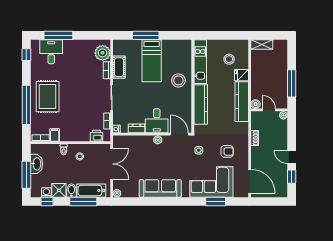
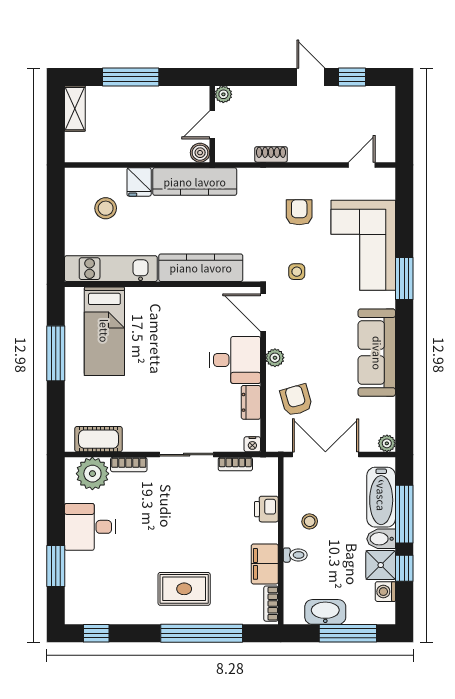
window: (58, 35) -> (56, 566), width x0.69
window: (146, 35) -> (56, 353), moved
shelving: (262, 44) -> (75, 109), moved
desk: (51, 52) -> (90, 527), moved
bed: (152, 61) -> (104, 331), moved, turned 90
cot: (119, 67) -> (99, 439), moved
stool: (178, 80) -> (150, 314), removed
window: (292, 83) -> (131, 77), moved
rug: (48, 97) -> (184, 589), width x0.73, depth x0.70
door: (179, 134) -> (263, 313), hinge flipped
filing cabinet: (55, 135) -> (265, 564), width x2.00
printer: (96, 136) -> (266, 509), moved
armchair: (138, 150) -> (296, 400), added
door: (292, 157) -> (311, 77), swing flipped
door: (250, 181) -> (362, 165), width x0.53
window: (47, 201) -> (404, 568), moved
window: (216, 201) -> (404, 279), moved

